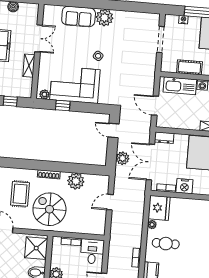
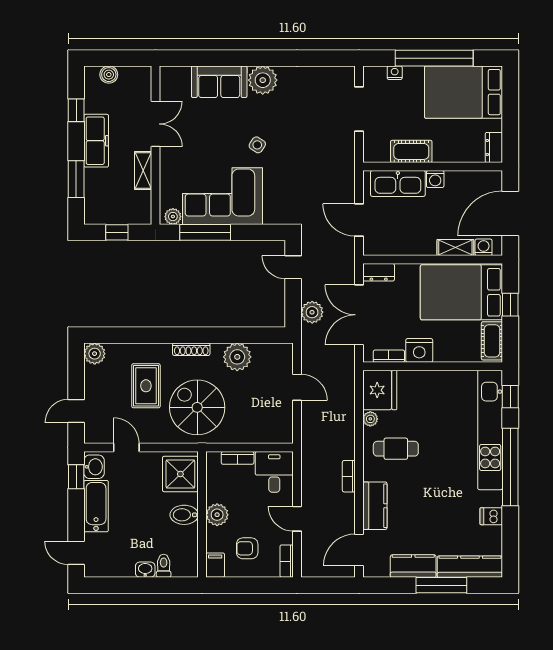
window: (63, 105) -> (205, 232), width x2.17
door: (110, 202) -> (297, 387), swing flipped

